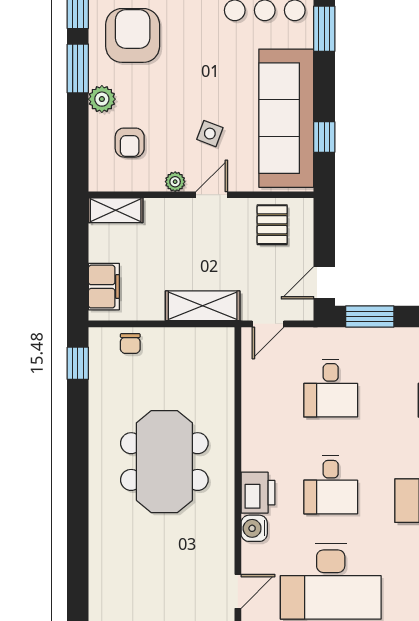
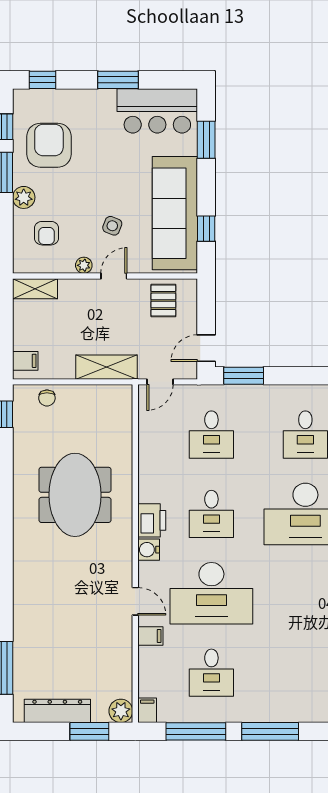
filing cabinet: (104, 287) -> (25, 361), width x0.50
door: (238, 591) -> (135, 601), hinge flipped

